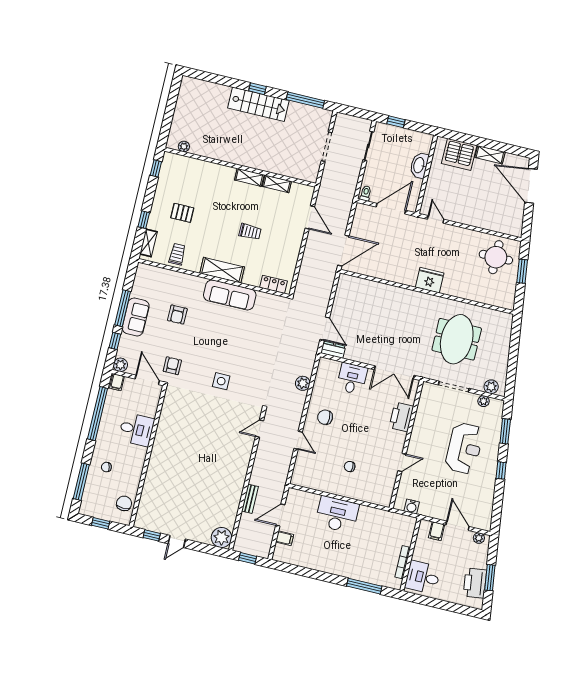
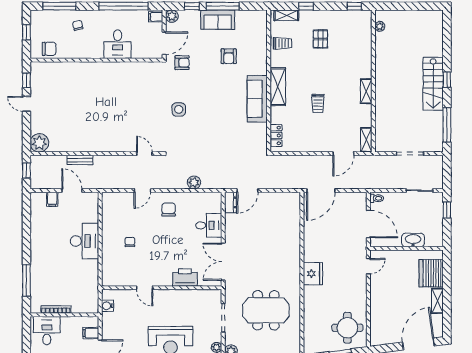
shelving: (277, 184) -> (366, 140), moved
door: (343, 251) -> (321, 191), hinge flipped
armchair: (177, 315) -> (229, 56), turned -90

